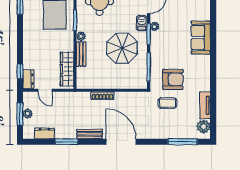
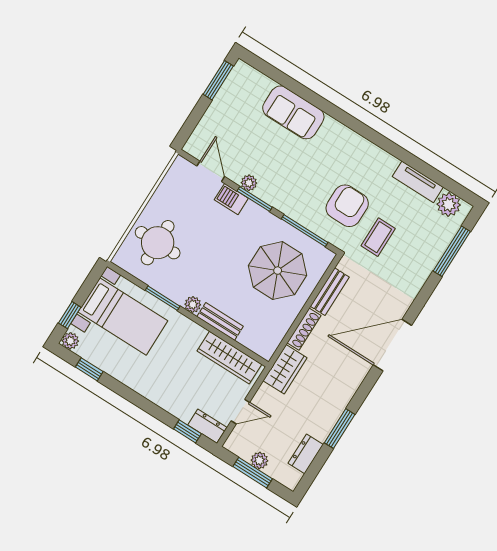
sofa: (201, 38) -> (293, 112), moved
parasol: (122, 48) -> (278, 271), moved
wardrobe: (78, 99) -> (285, 369), added
bench: (90, 134) -> (330, 292), moved

